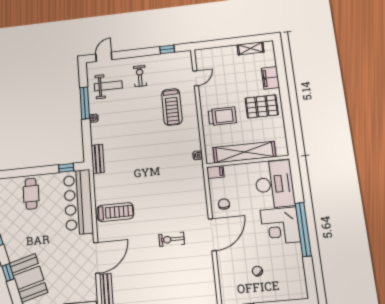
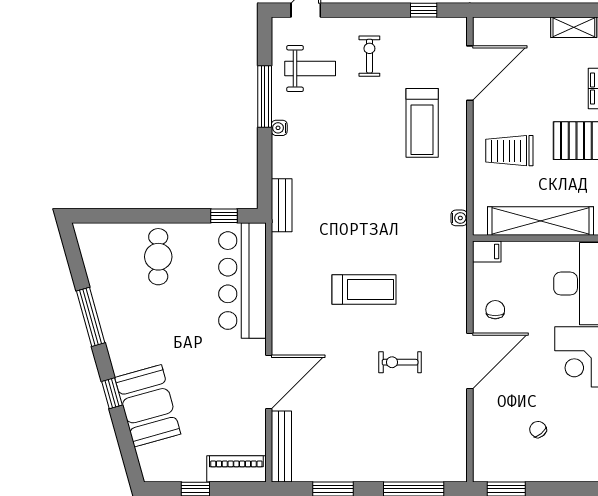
door: (196, 78) -> (470, 73), width x1.87
trolley: (222, 116) -> (509, 151), turned 180
treadmill: (115, 212) -> (364, 290), moved

